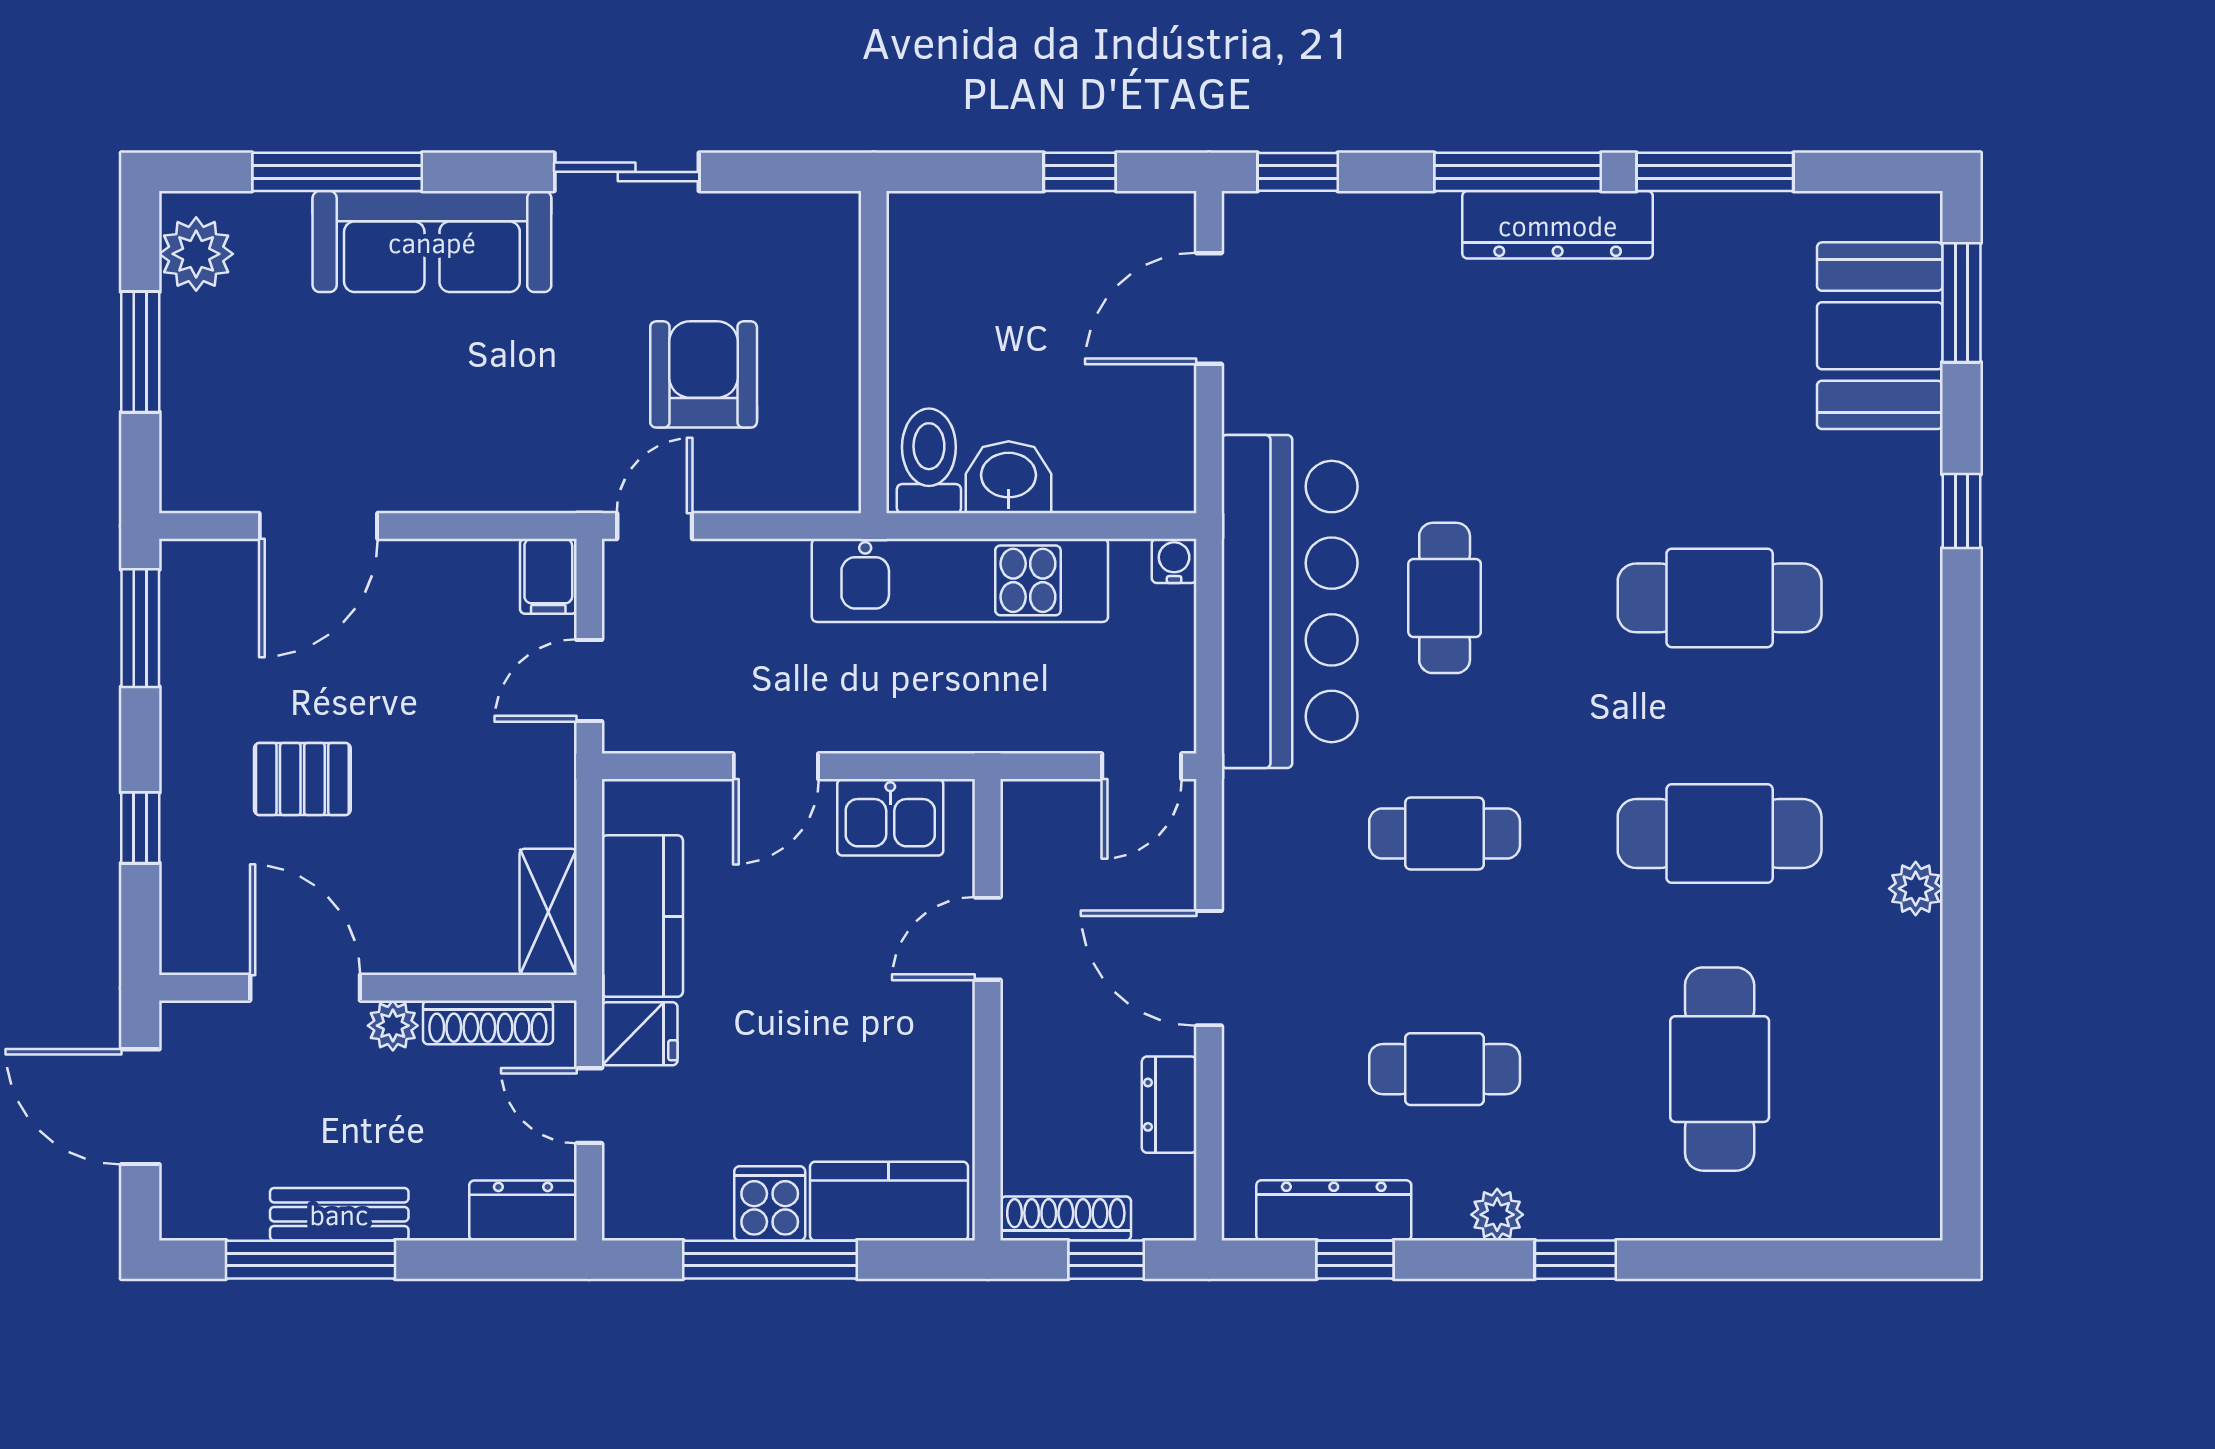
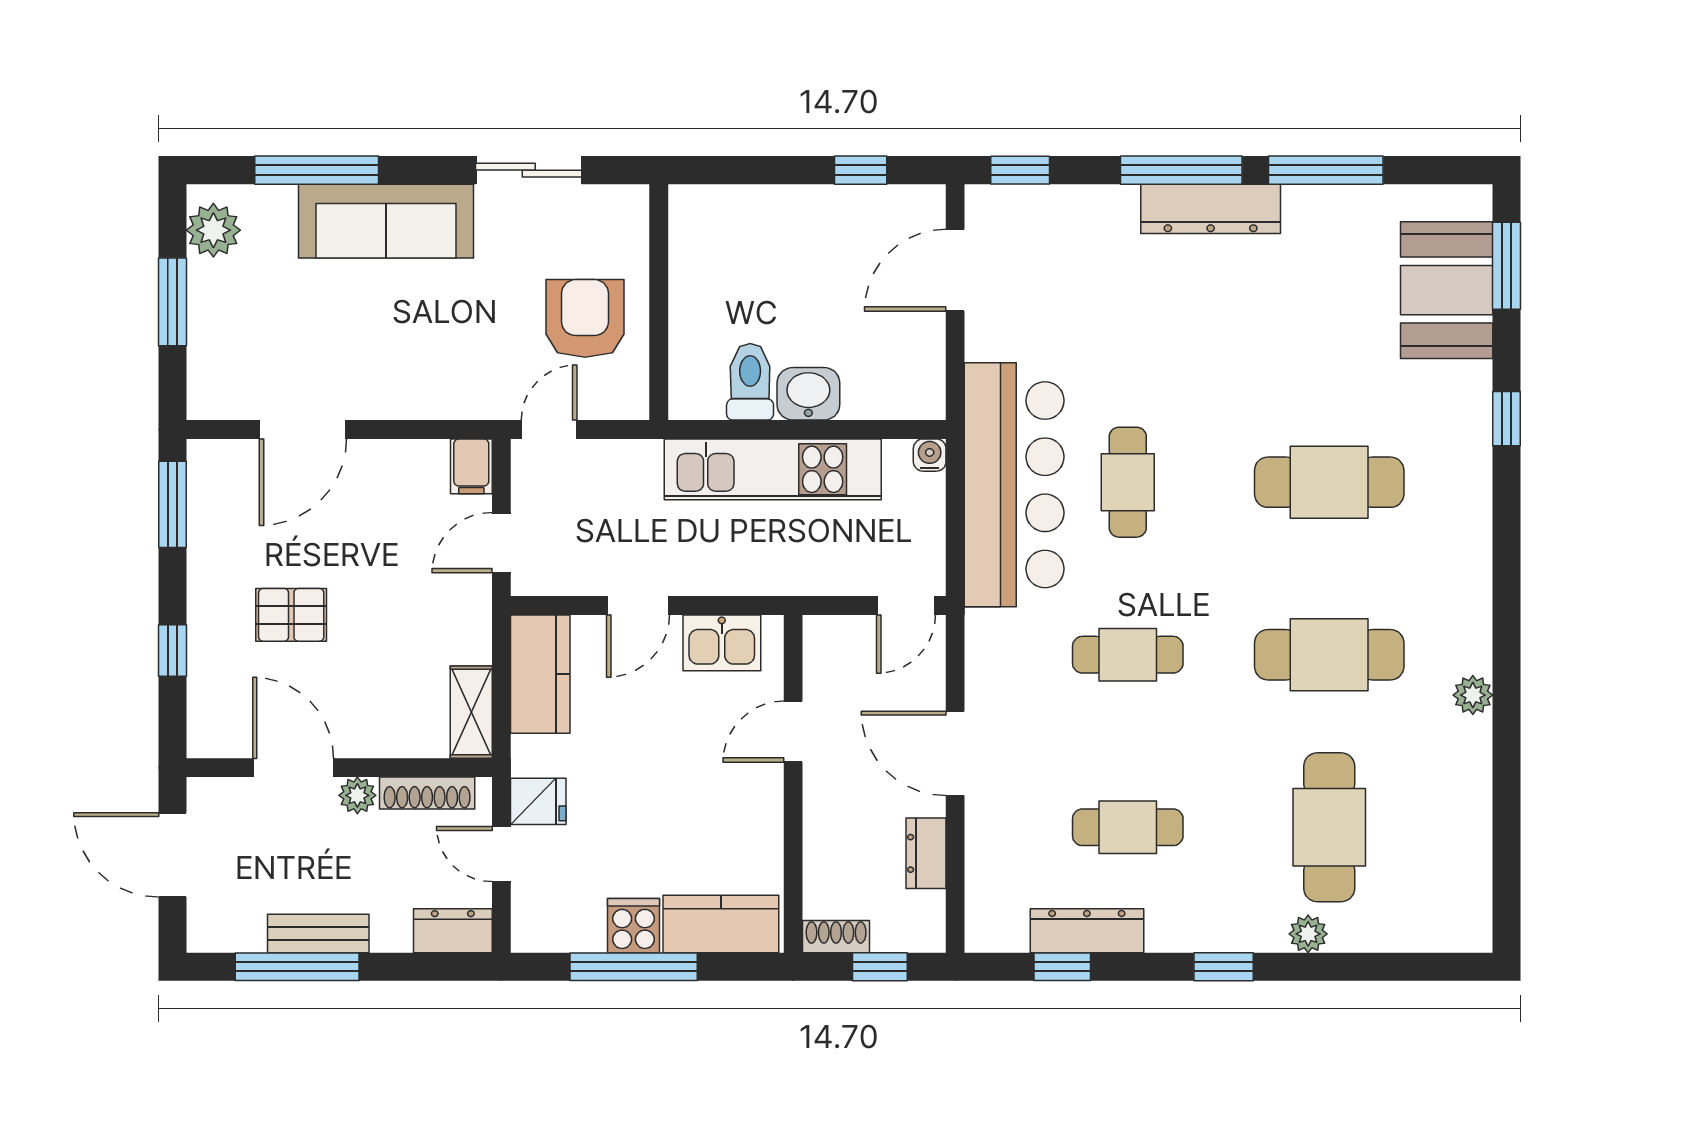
wall: (874, 352) -> (659, 302), moved
kitchen counter: (642, 916) -> (540, 674), moved
dresser: (1334, 1210) -> (1087, 931), moved
plant: (1497, 1215) -> (1308, 934), moved
shoe rack: (1066, 1218) -> (836, 937), width x0.70

